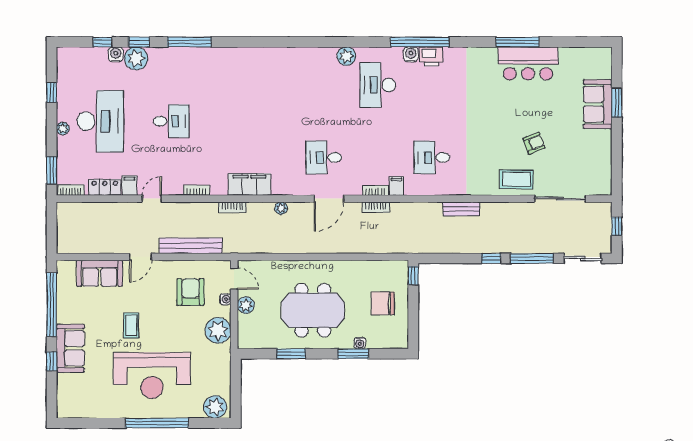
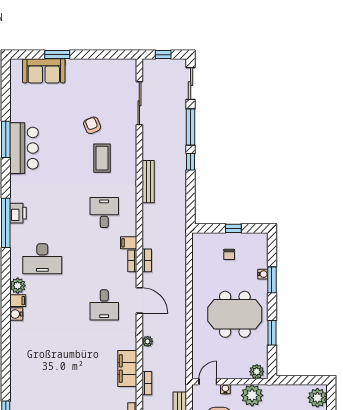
water cooler: (411, 54) -> (16, 314), moved
filing cabinet: (329, 56) -> (18, 301), added
bar counter: (528, 64) -> (24, 148), moved
sofa: (598, 104) -> (44, 71), moved
desk: (432, 157) -> (104, 213), turned 180
coffee table: (516, 179) -> (102, 158), moved
bench: (461, 209) -> (148, 182), width x1.36
window: (413, 276) -> (233, 228), moved
chair: (383, 303) -> (229, 254), width x0.54, depth x0.54
plant: (246, 305) -> (257, 372), moved
meeting table: (313, 310) -> (235, 314), turned 90

